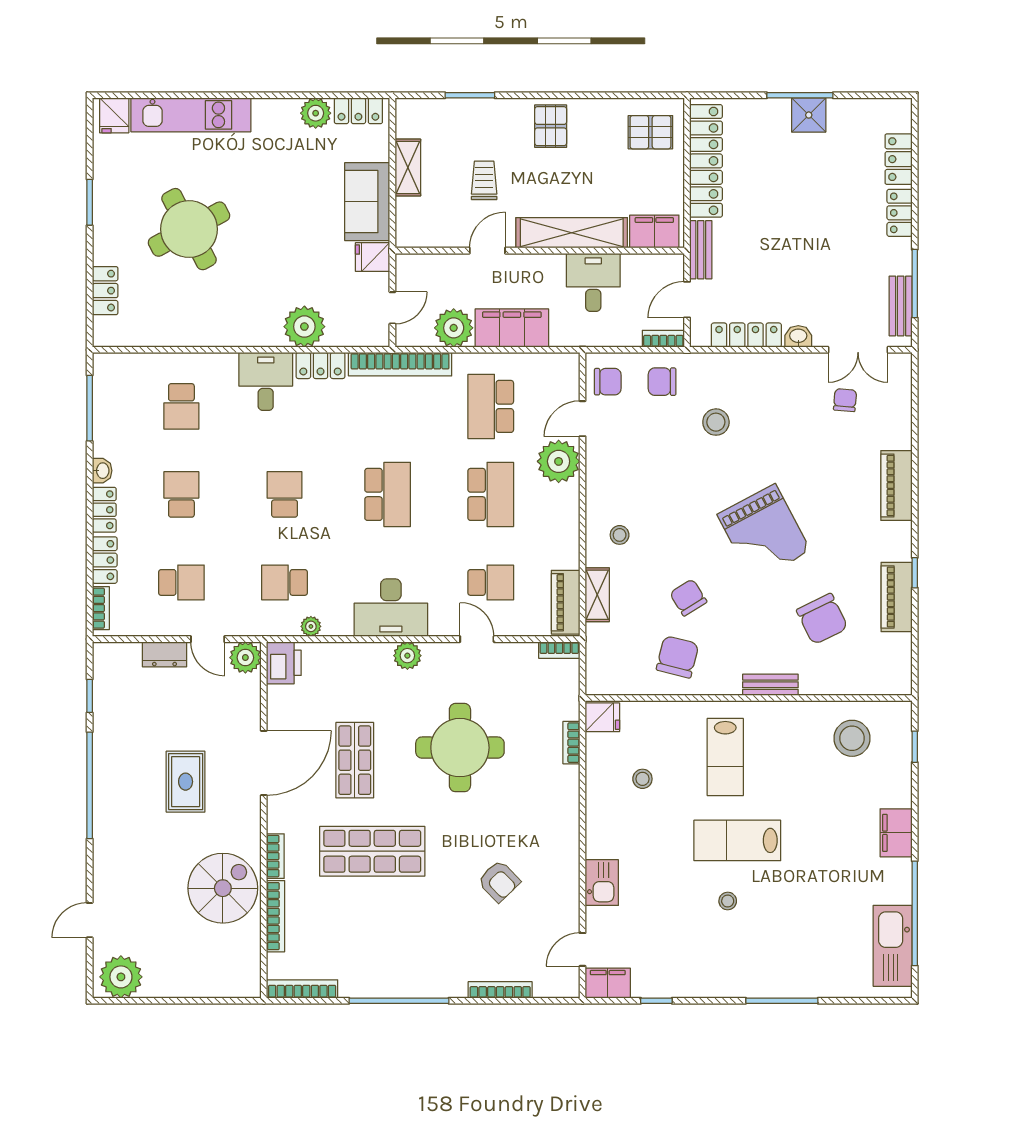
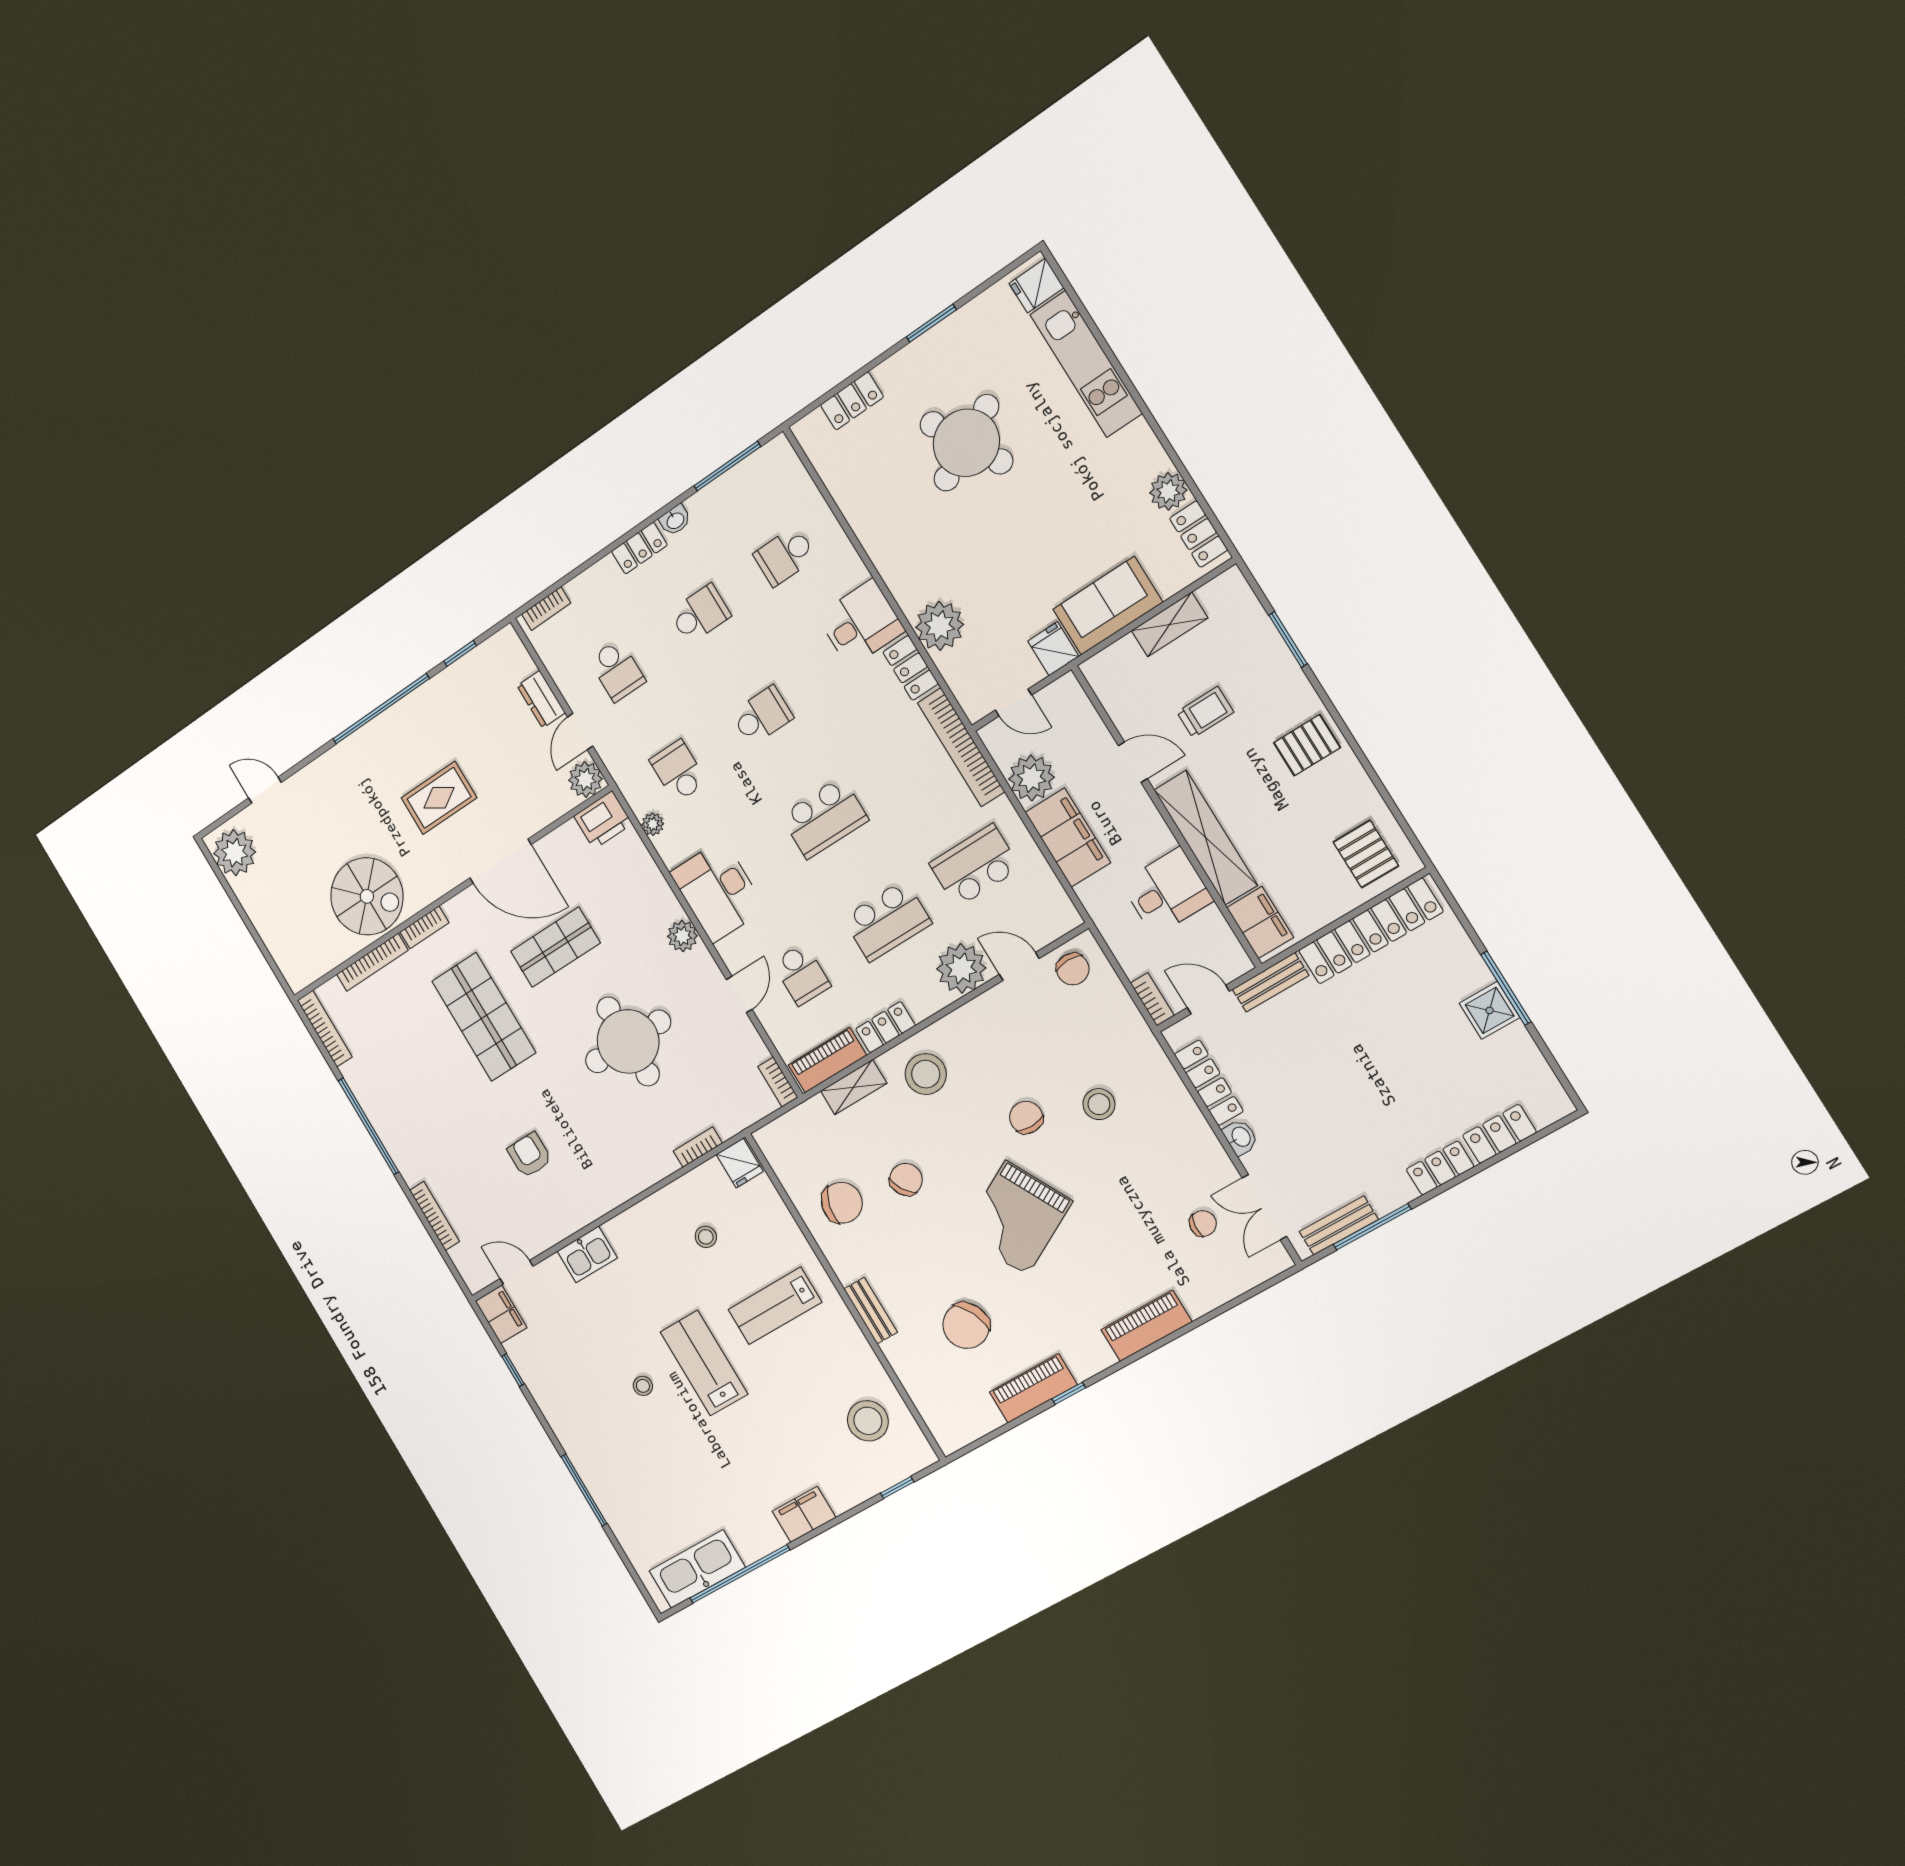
chair: (662, 382) -> (1026, 1117), moved
stool: (620, 535) -> (926, 1074), width x1.89, depth x1.89
locker: (105, 560) -> (885, 1027), moved, turned 180
armchair: (499, 881) -> (529, 1155), turned 134

